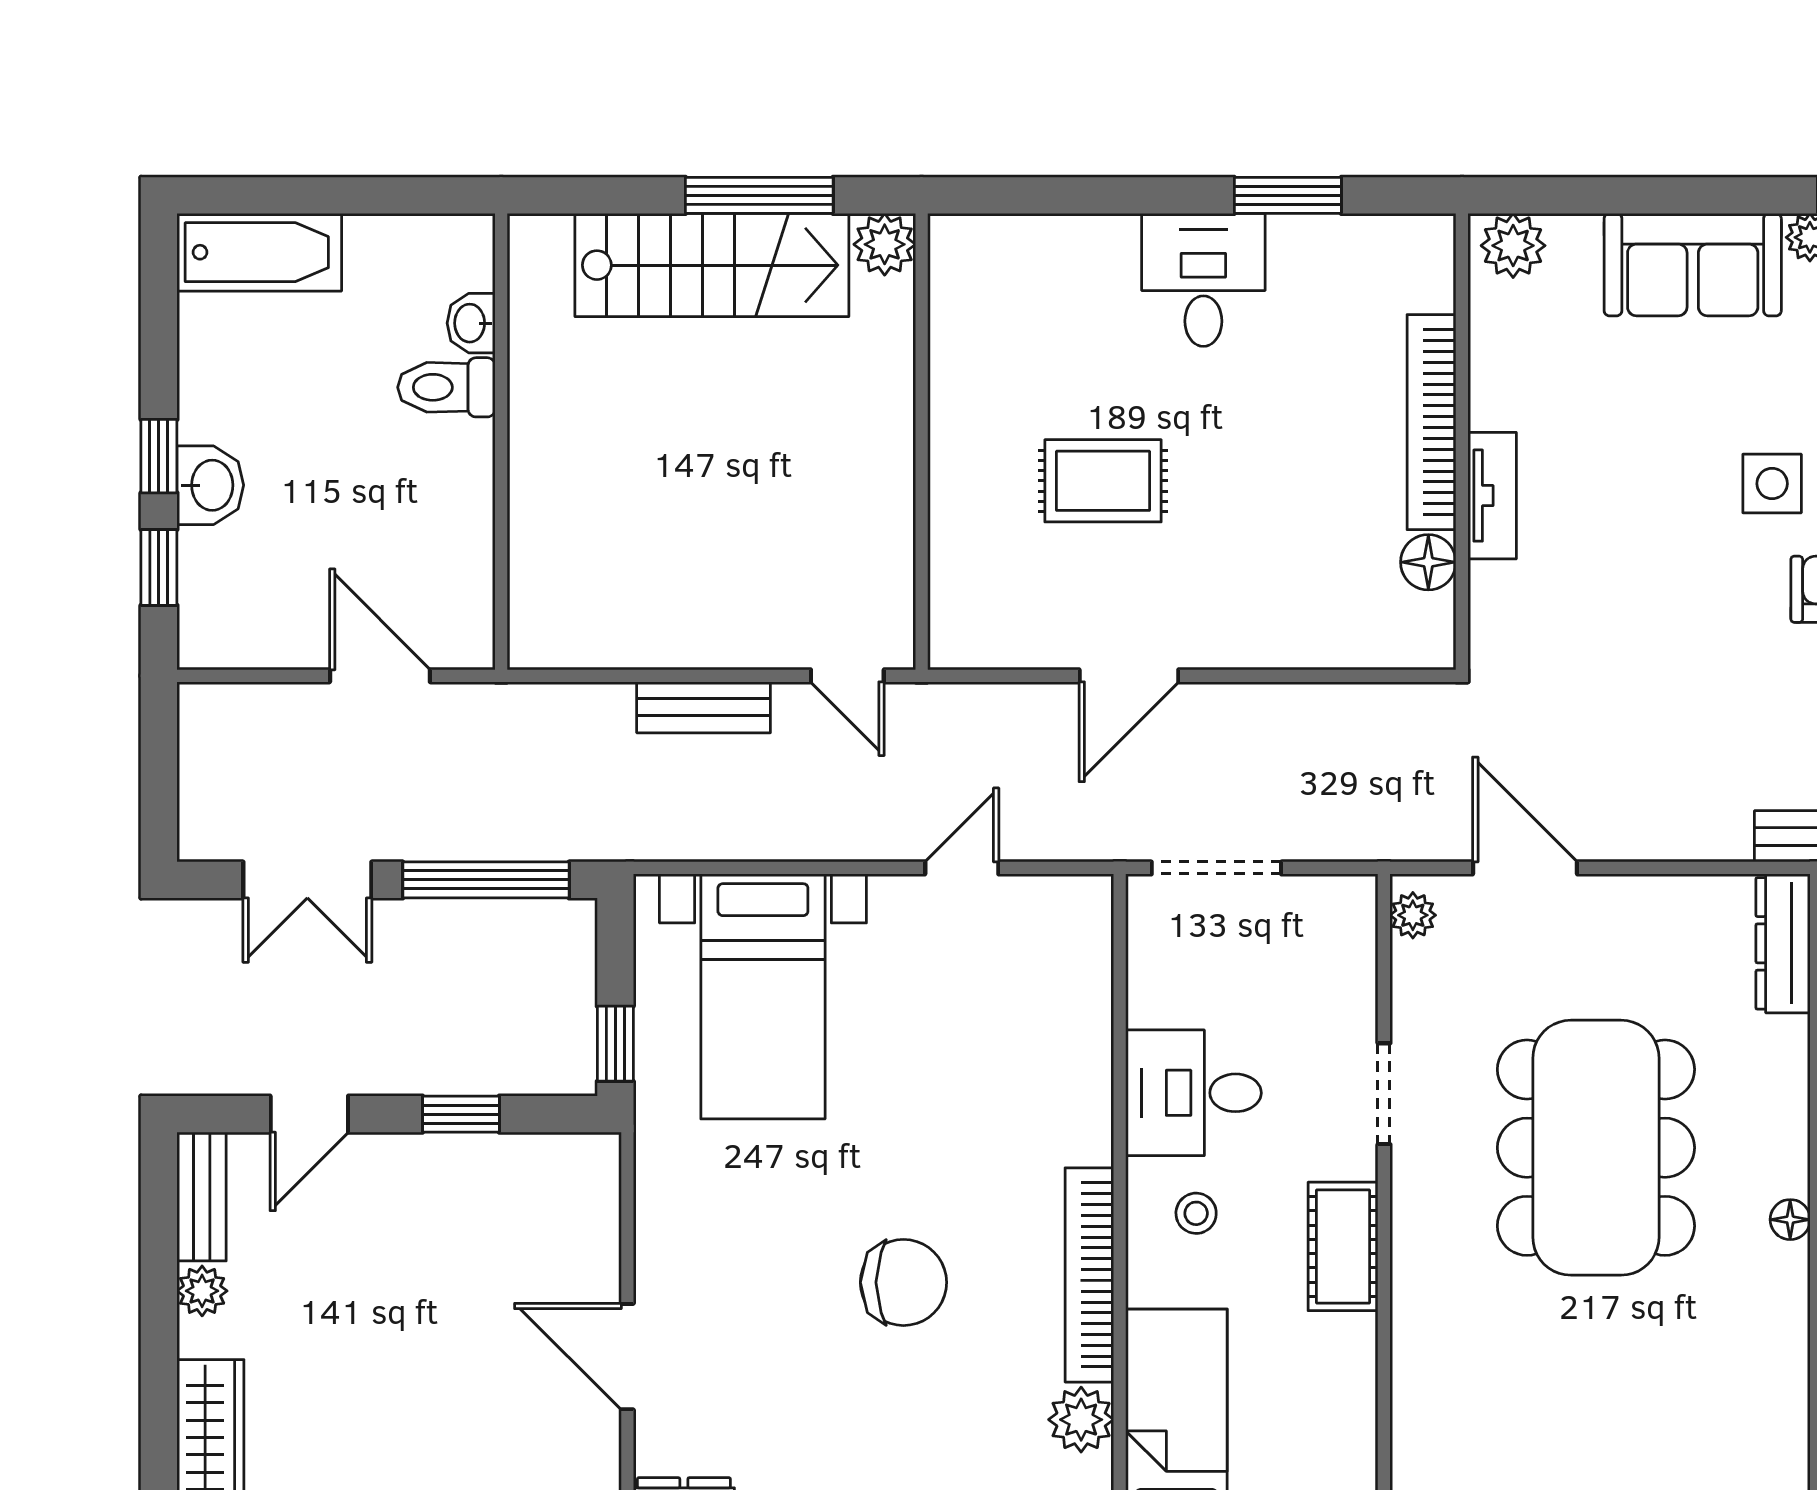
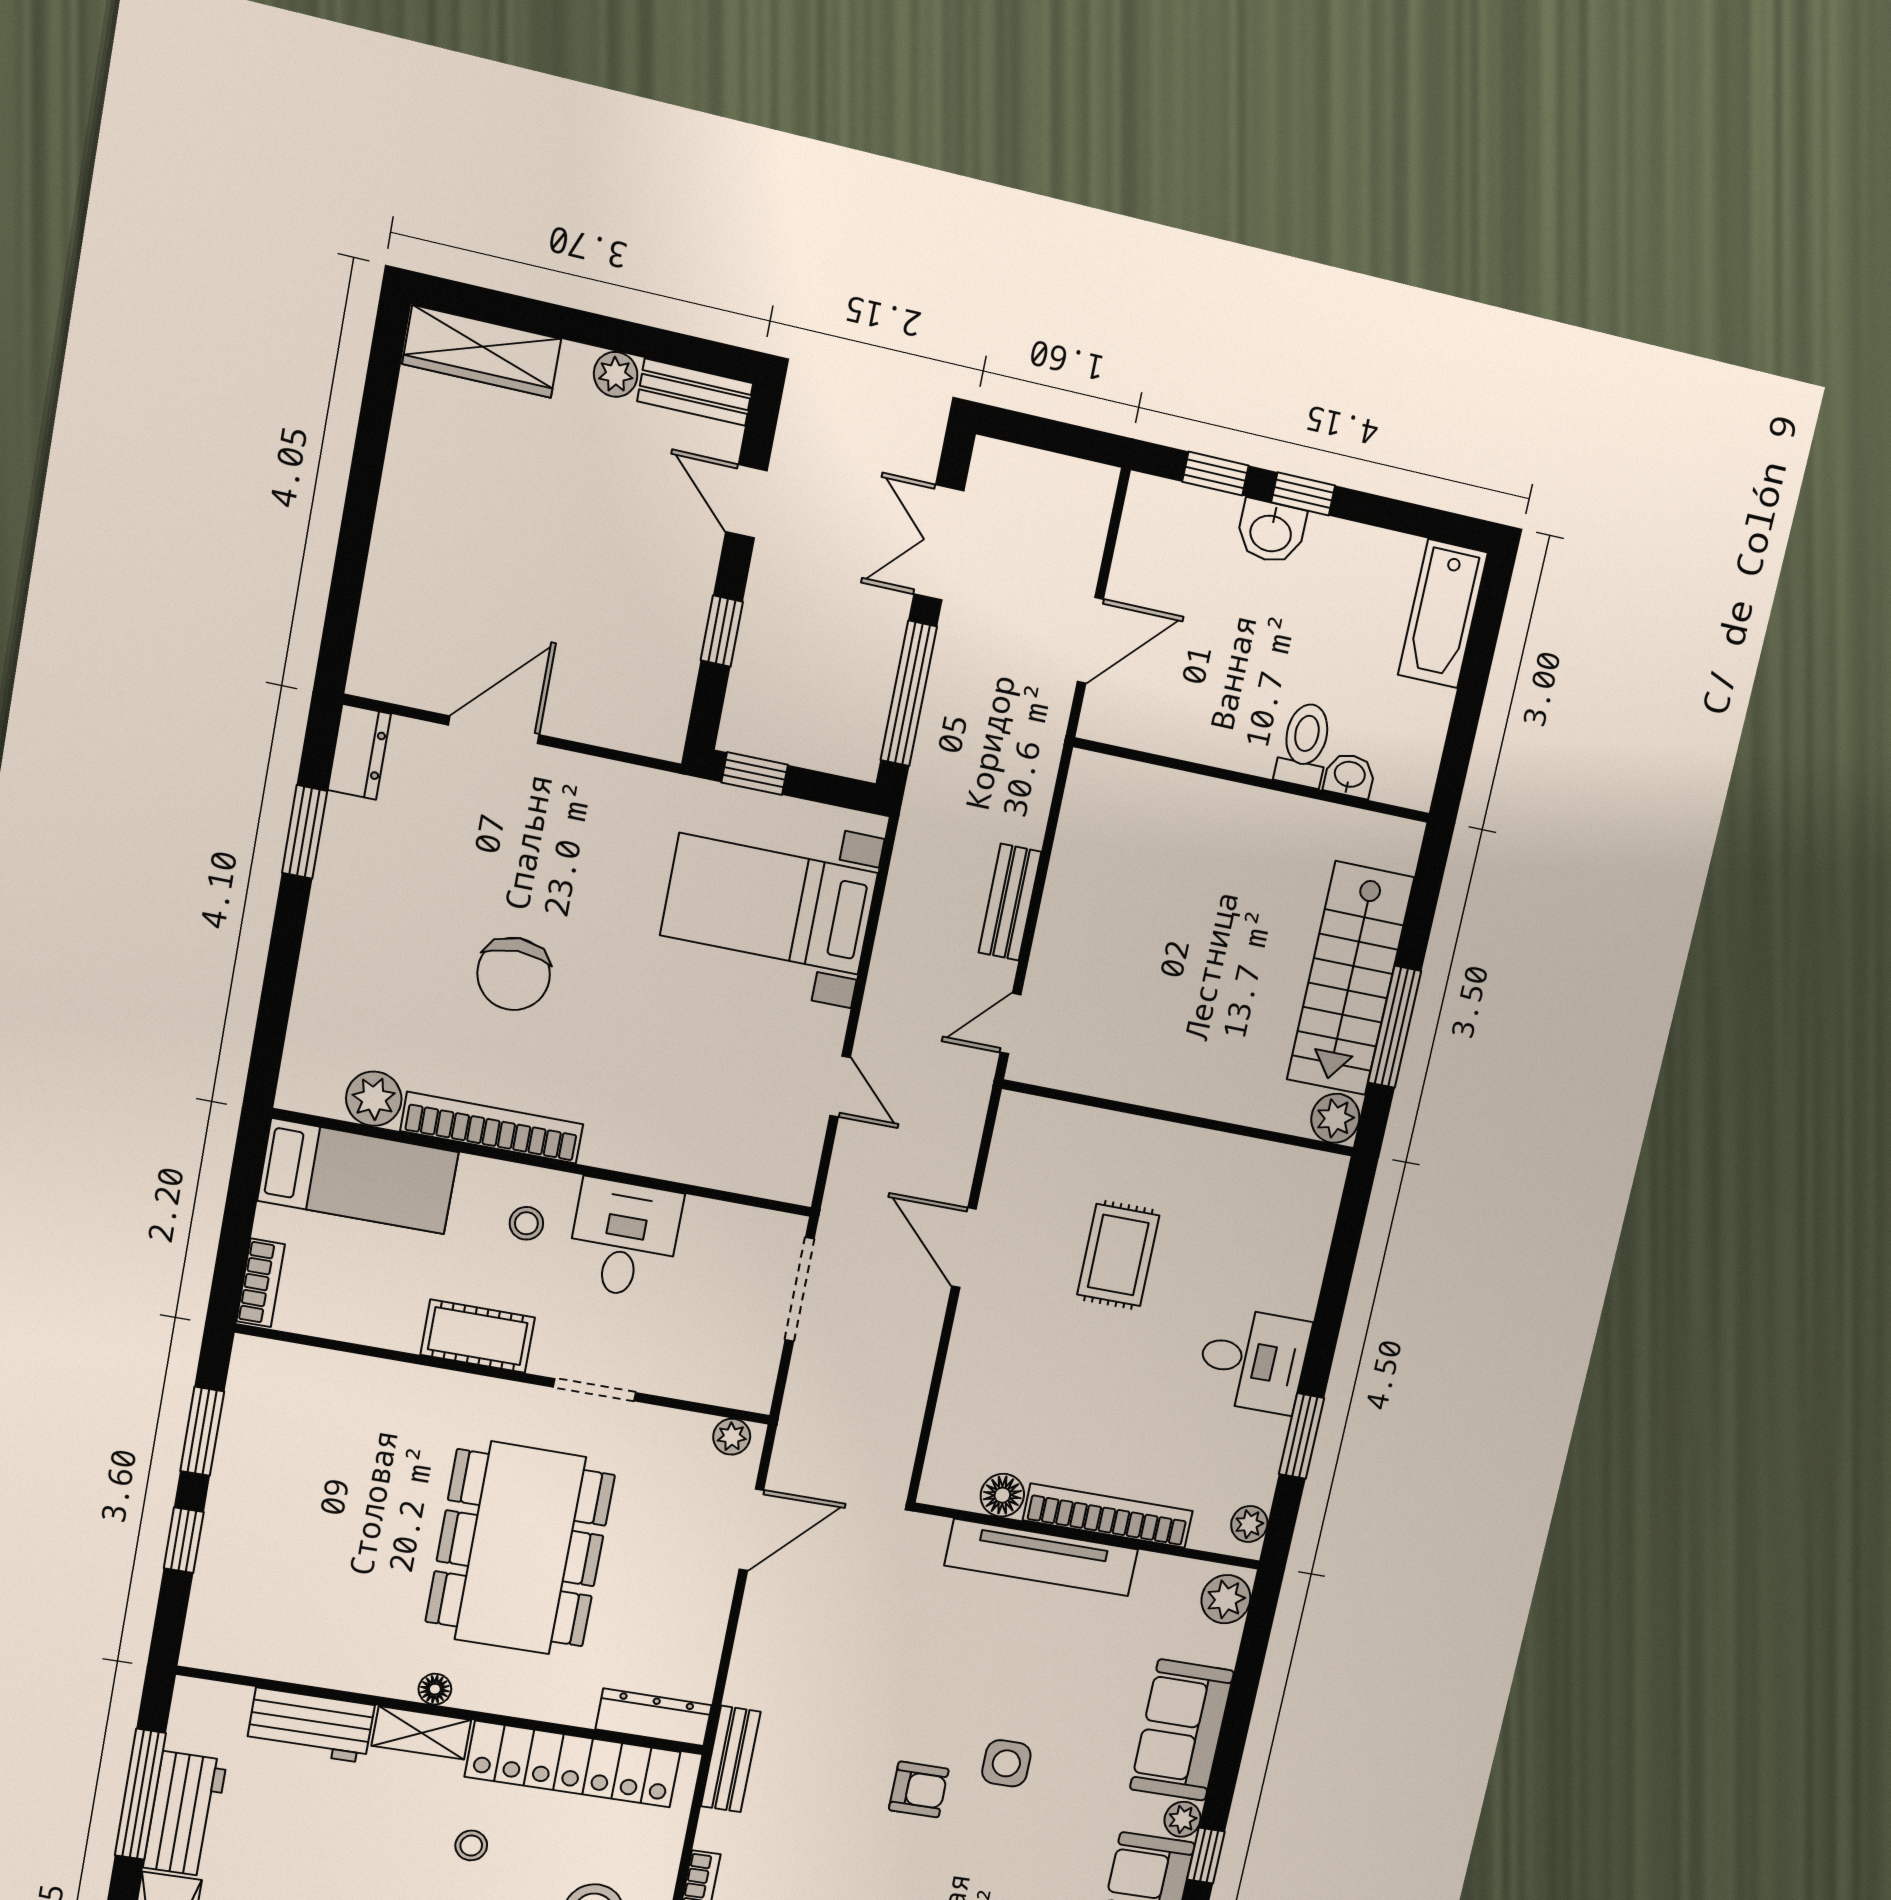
plant: (1411, 237) -> (1249, 1524), added
tv unit: (1492, 496) -> (1041, 1557), width x1.92, depth x1.29
dining table: (1596, 1148) -> (520, 1548), turned 90

